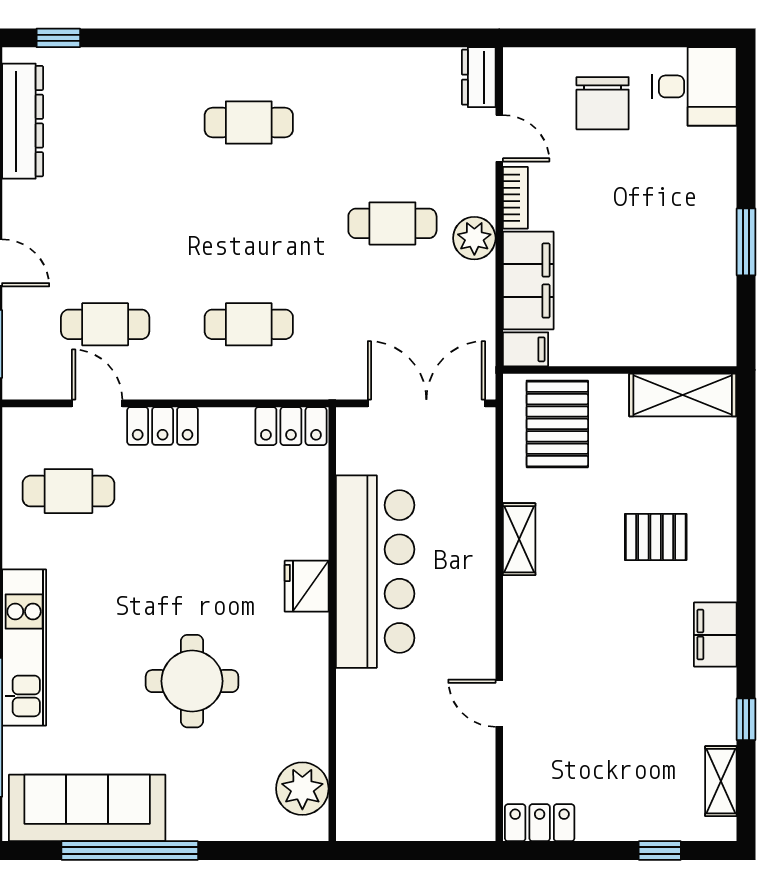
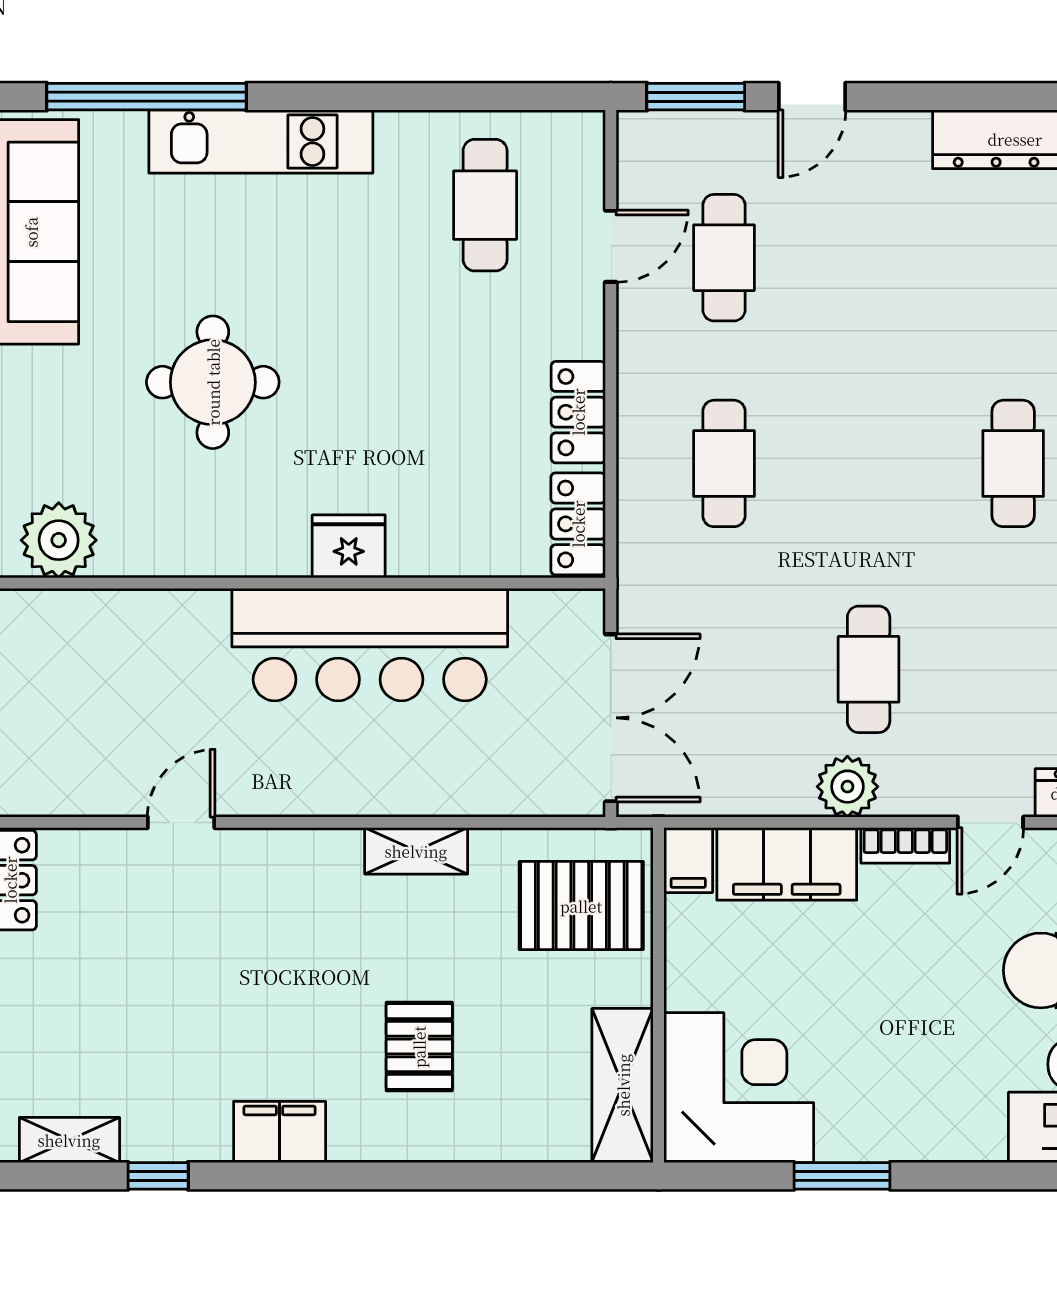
corner desk: (684, 314) -> (739, 1088), added
locker: (163, 426) -> (578, 412), moved

